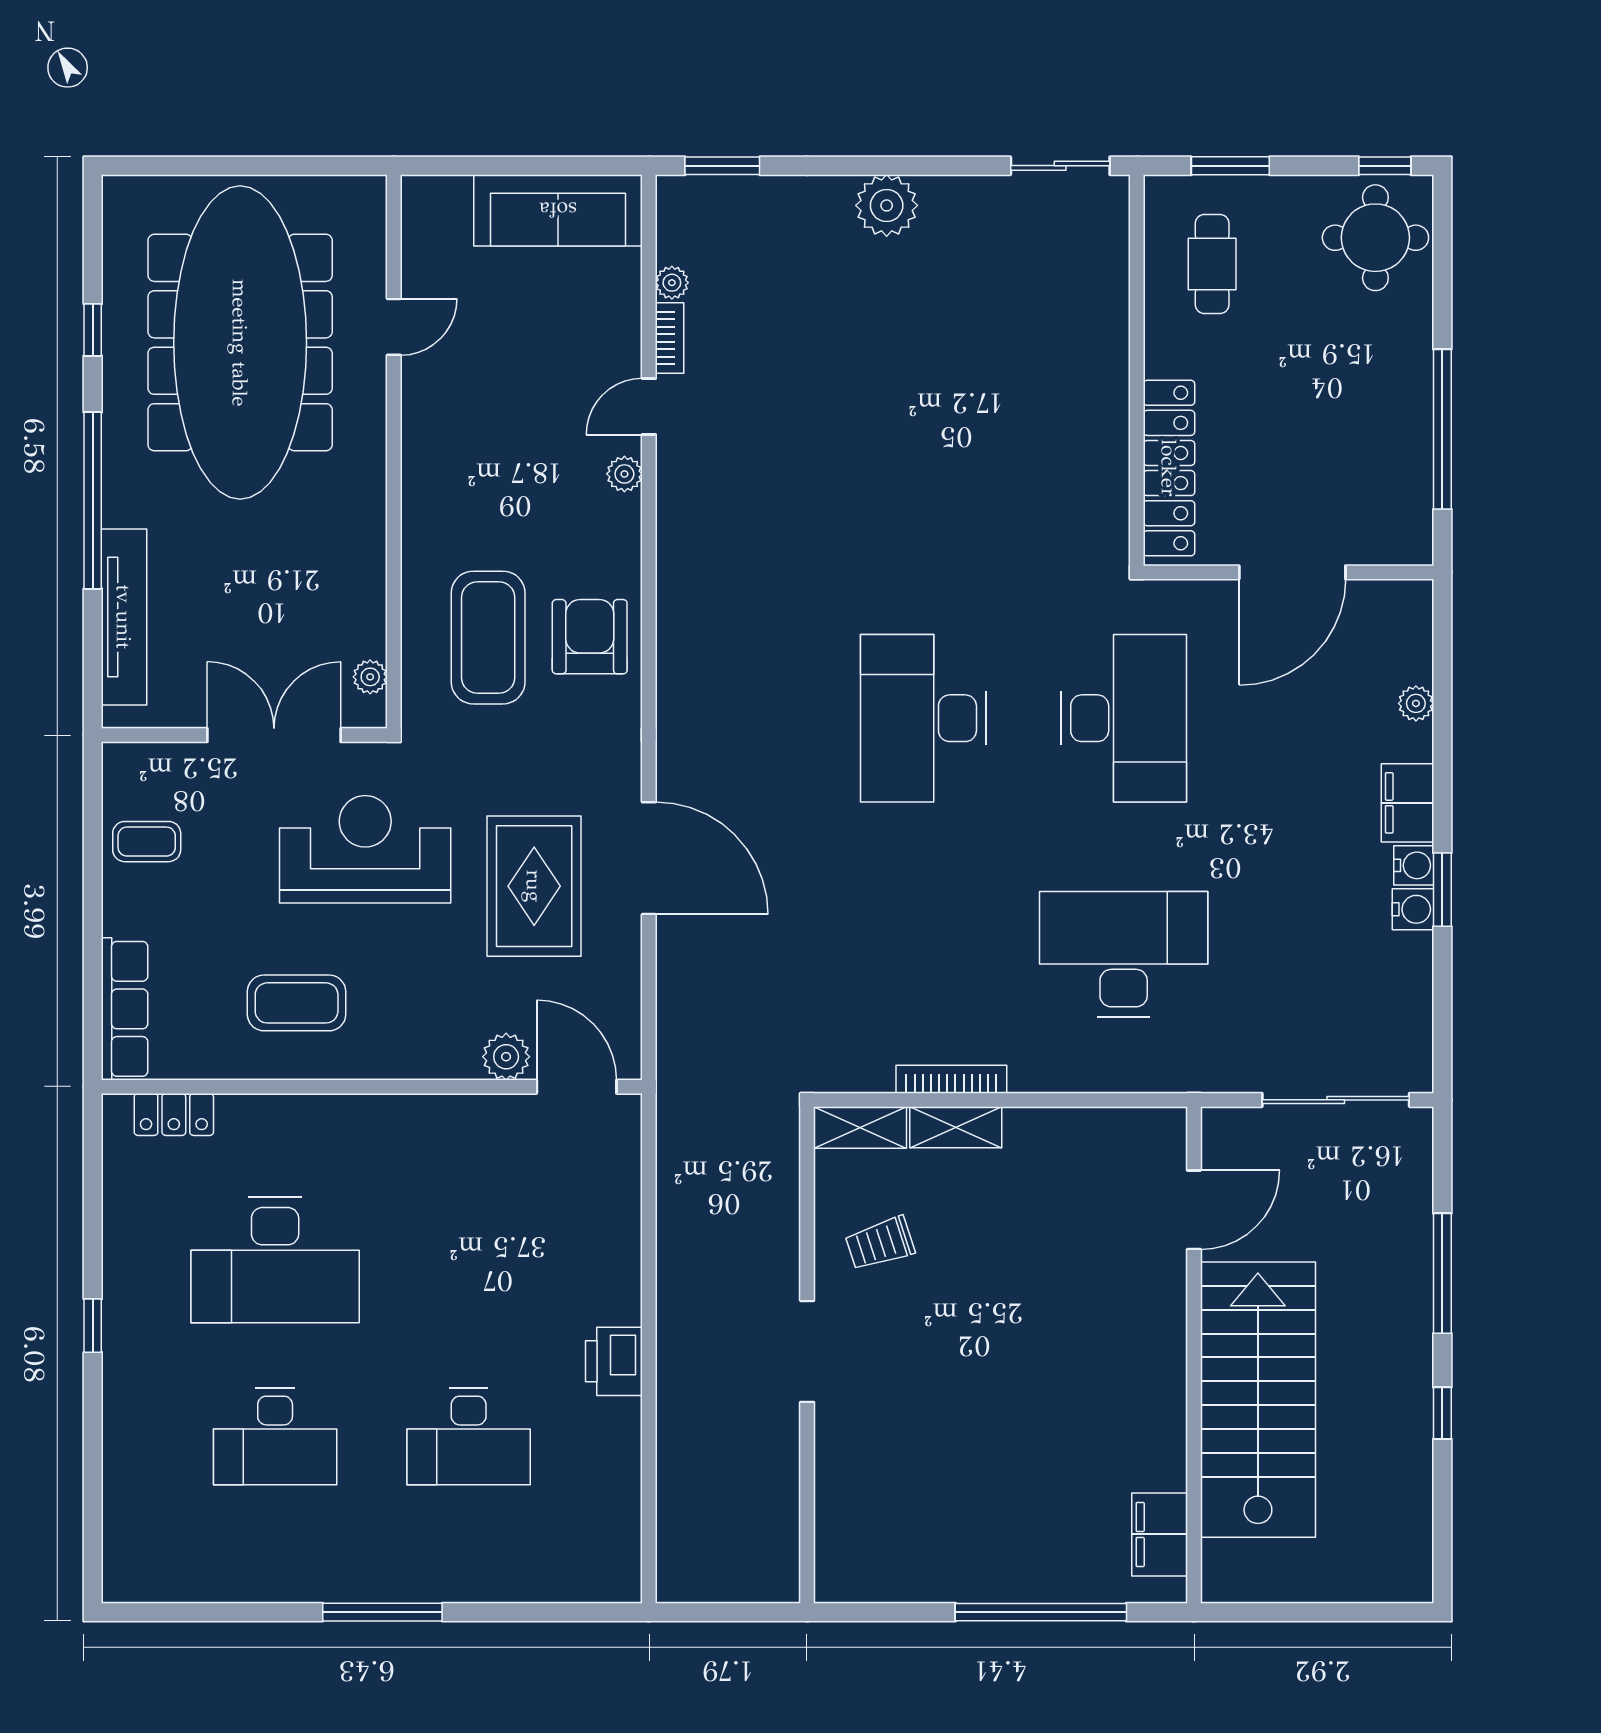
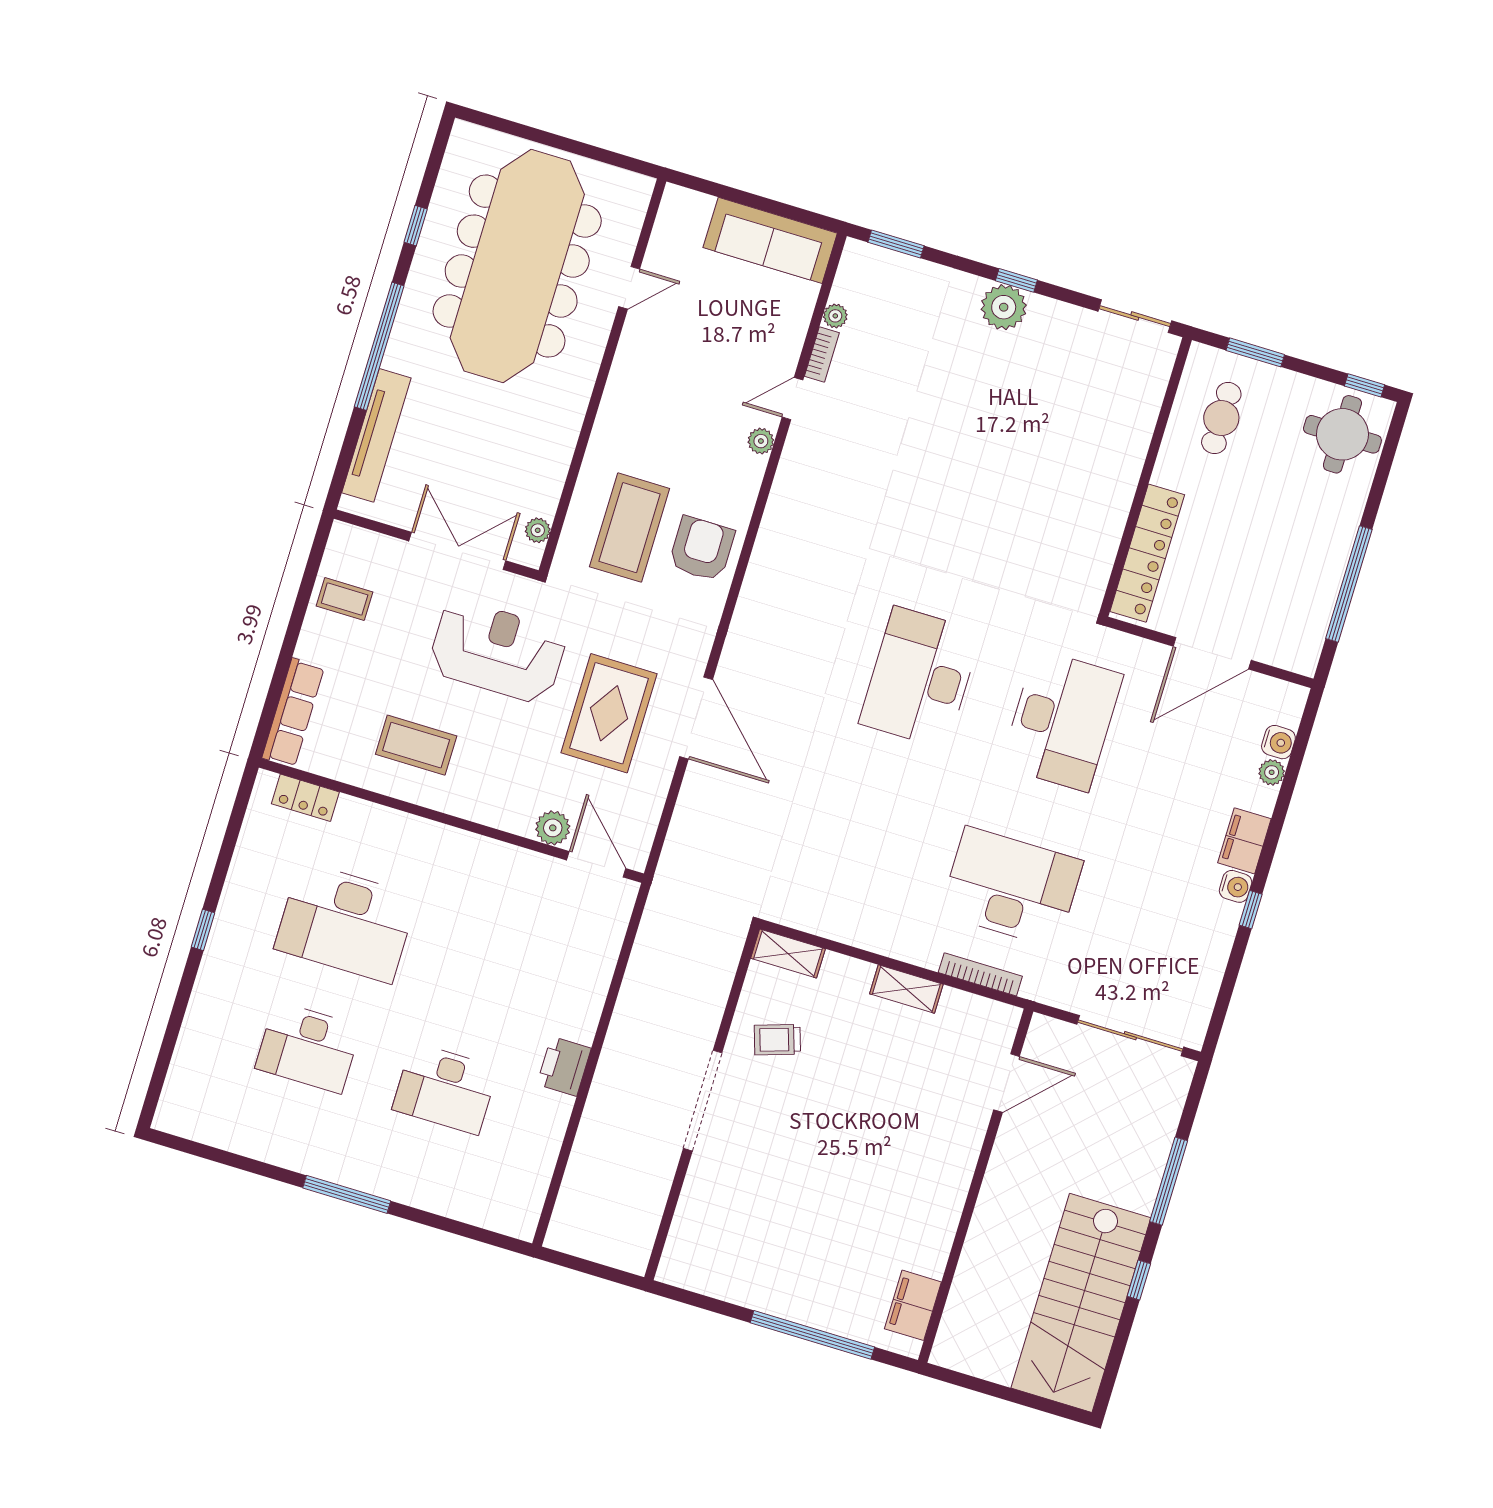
window: (893, 166) -> (1016, 280), added
window: (1442, 890) -> (1251, 910), width x0.67
water cooler: (1413, 909) -> (1278, 742), moved
bookcase: (951, 1079) -> (980, 974), moved
shelving: (956, 1127) -> (906, 989), moved
doorway: (807, 1351) -> (703, 1101), width x1.36
stairs: (1258, 1400) -> (1081, 1303), moved, turned 180

